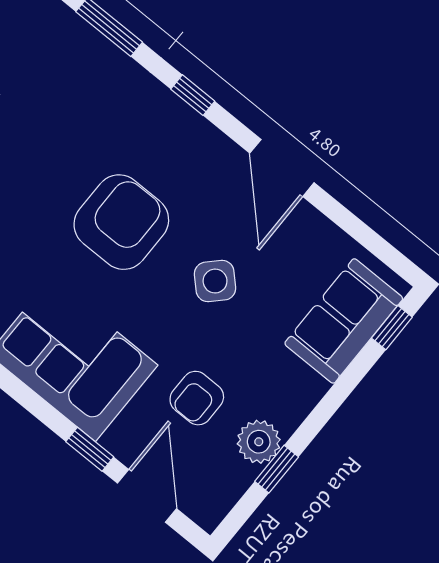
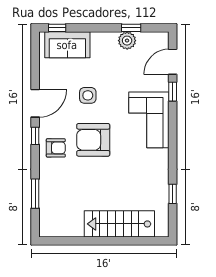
window: (193, 95) -> (35, 136), moved
side table: (215, 281) -> (88, 95), turned 45
armchair: (197, 398) -> (56, 148), moved

